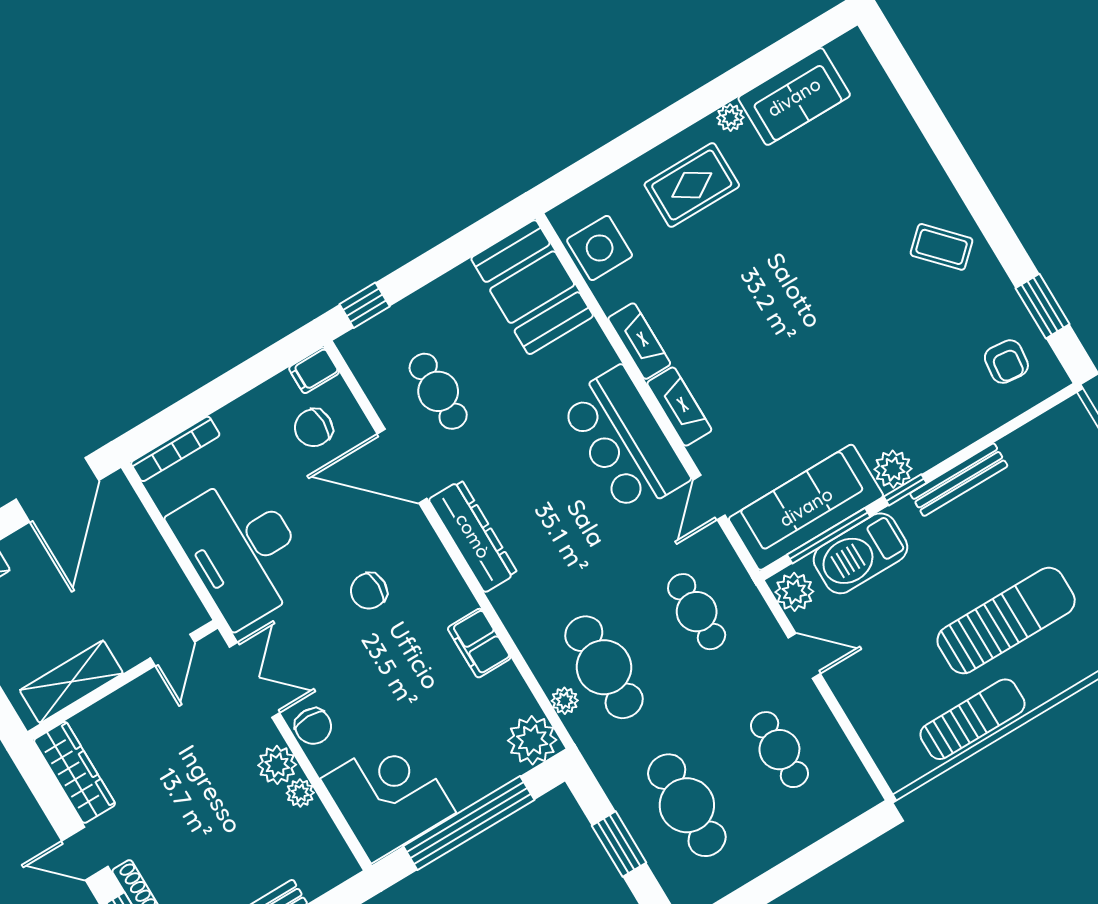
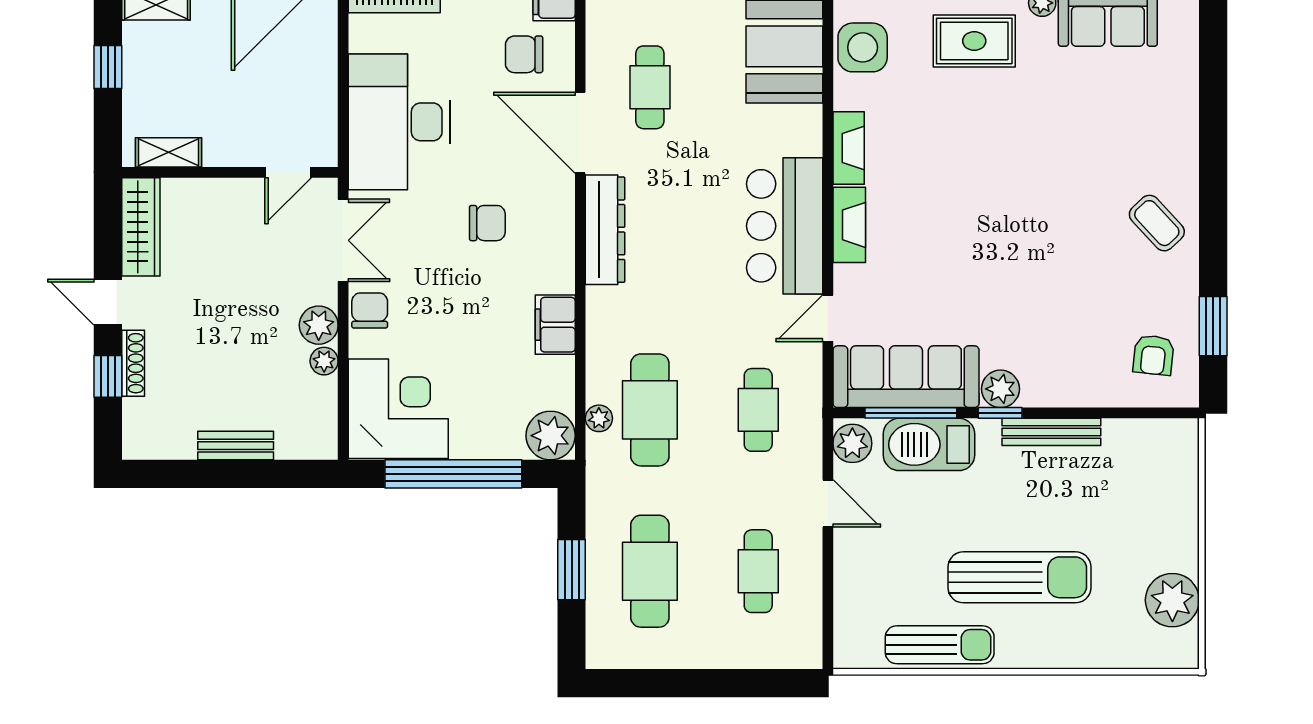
chair: (369, 591) -> (487, 223), turned 180
shelving: (71, 682) -> (169, 152), width x0.67, depth x0.75
chair: (313, 726) -> (370, 310), turned 180

